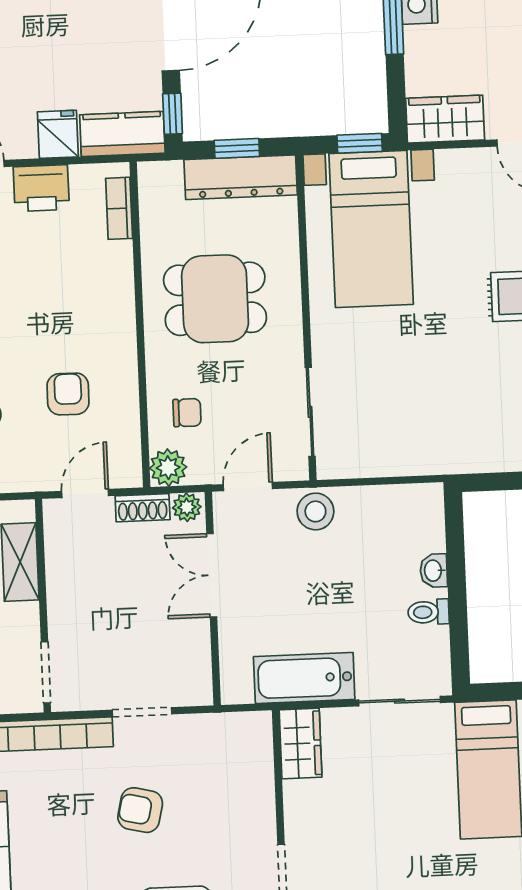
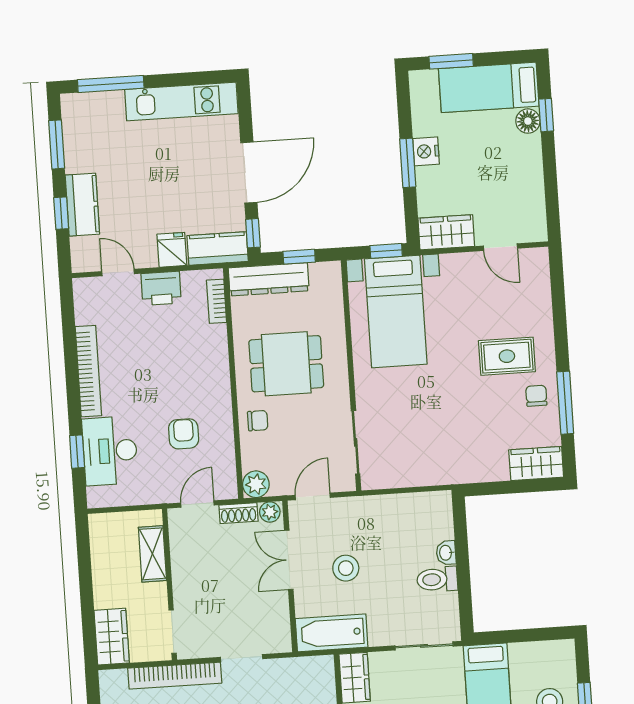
dresser: (241, 177) -> (269, 279), moved
chair: (187, 413) -> (258, 421), moved
stool: (315, 511) -> (346, 568), moved
toilet: (428, 612) -> (437, 579), width x1.37, depth x1.39
bathtub: (304, 678) -> (332, 633), moved

